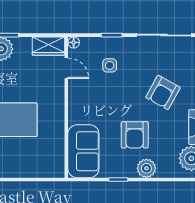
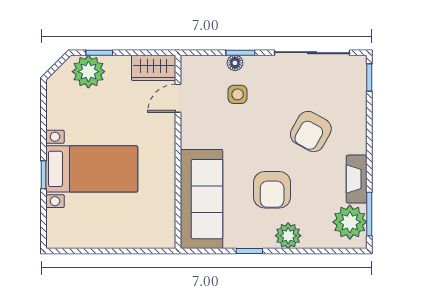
floor lamp: (74, 42) -> (235, 63), moved
door: (66, 68) -> (178, 98), swing flipped
sofa: (83, 151) -> (202, 199), width x1.36

